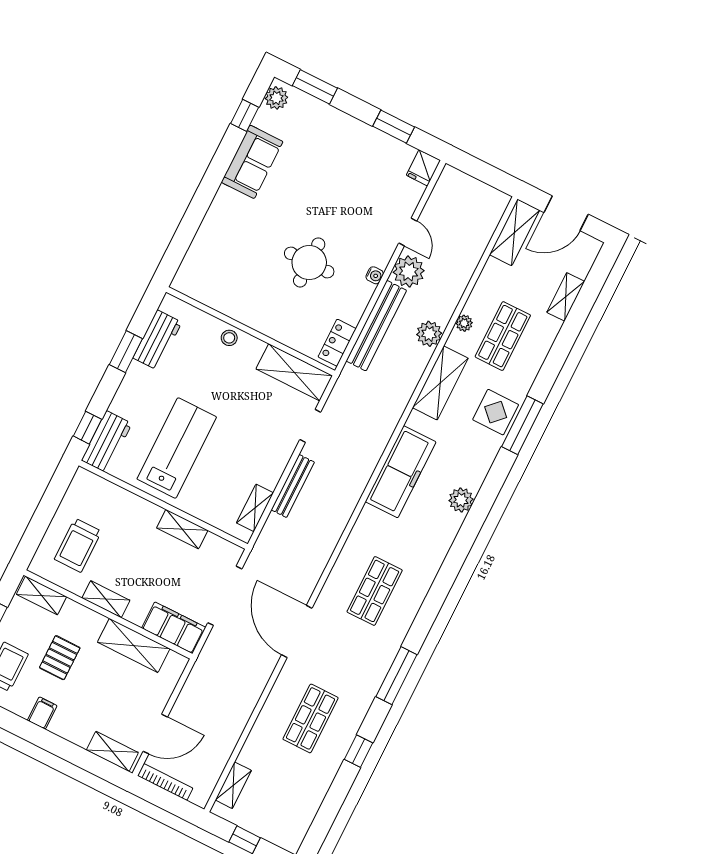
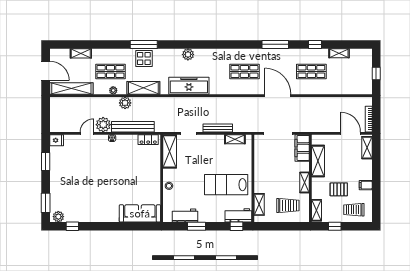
sofa: (252, 162) -> (140, 213), moved, width x1.36
shelving: (515, 232) -> (71, 88), width x1.47
round table: (309, 263) -> (120, 168), removed
shelving: (182, 529) -> (259, 204), moved
door: (297, 631) -> (278, 96), swing flipped
shelving: (233, 785) -> (339, 53), moved

